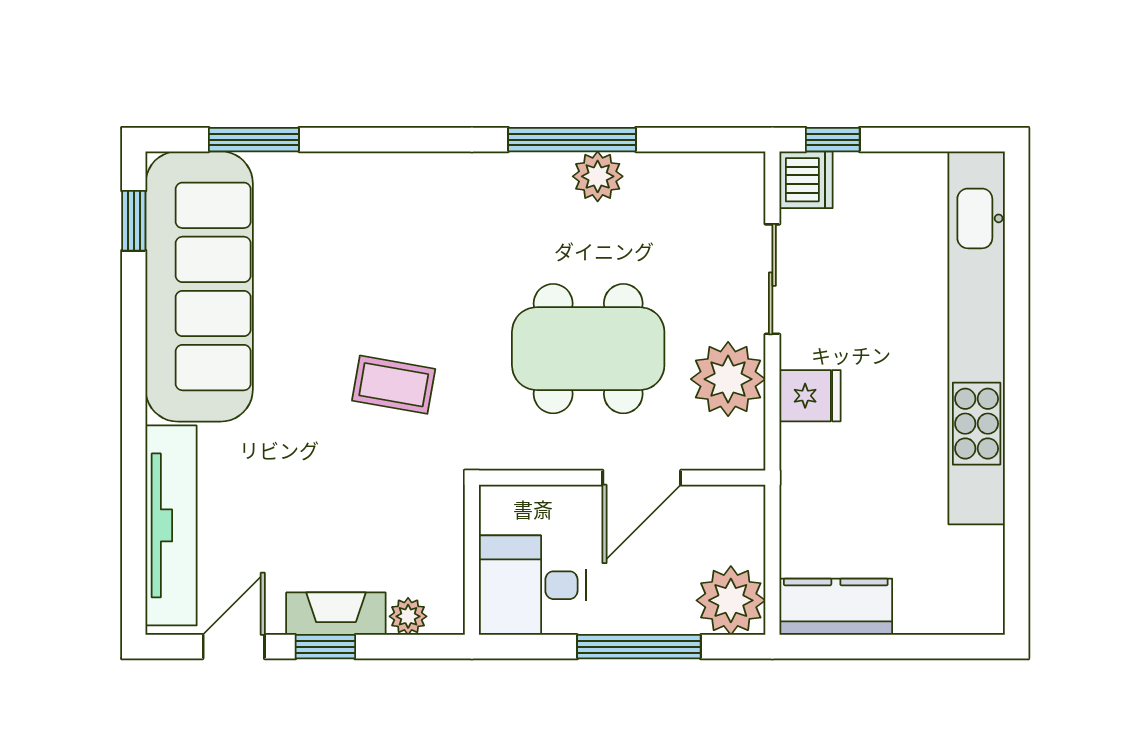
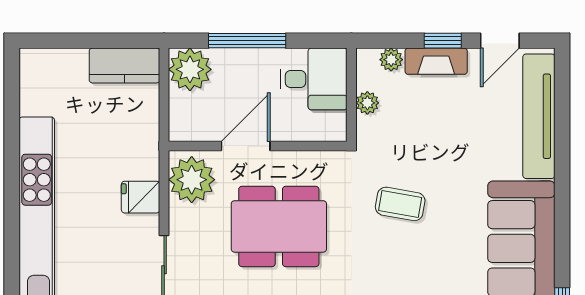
plant: (728, 379) -> (192, 180), moved
plant: (446, 547) -> (367, 103), added

